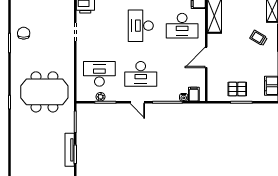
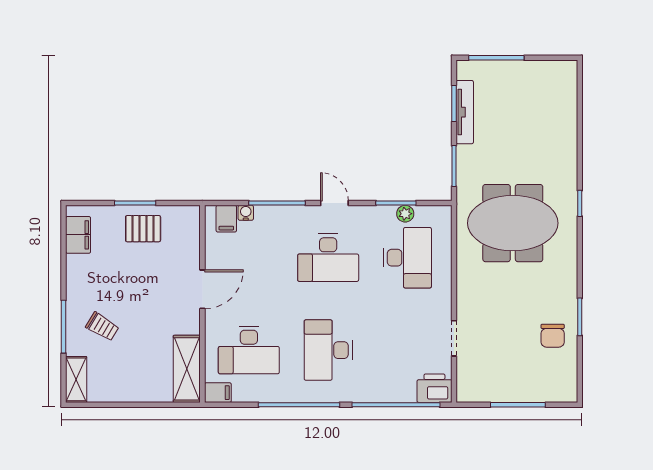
desk: (141, 26) -> (328, 350), turned 180
desk: (182, 26) -> (249, 350), turned 180
desk: (99, 74) -> (407, 258), turned -90
desk: (141, 74) -> (328, 258), turned 180

